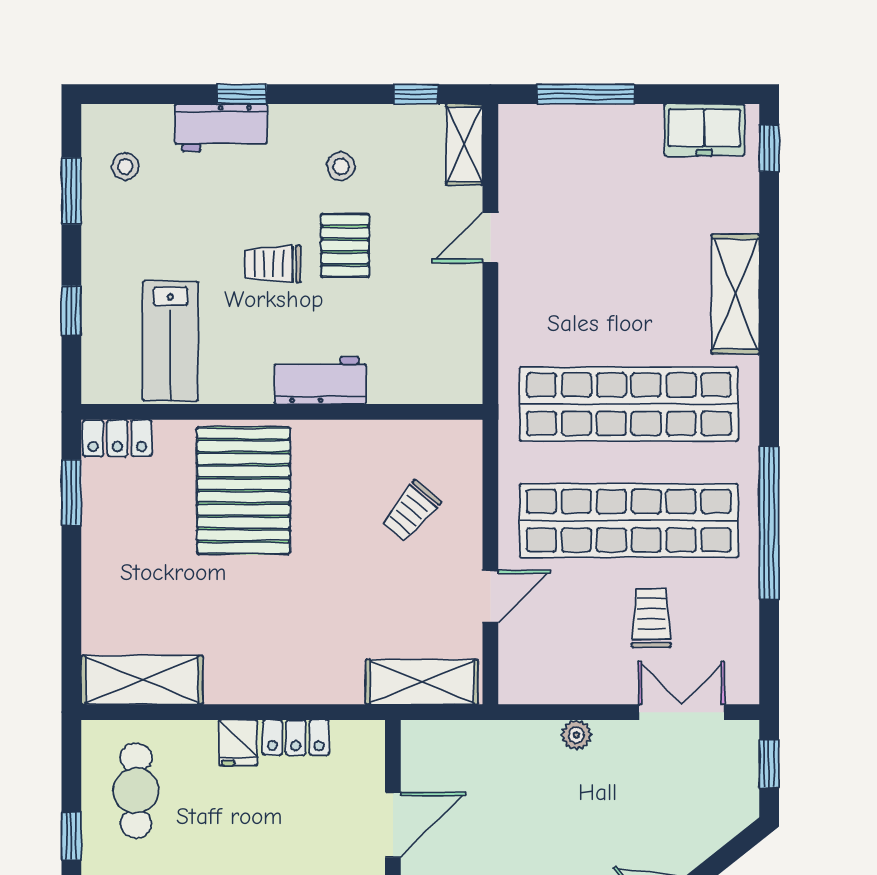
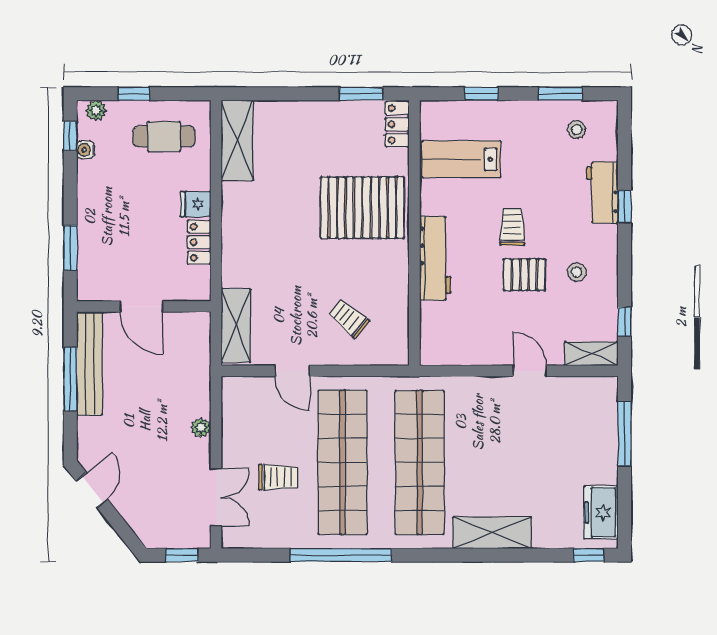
workbench: (320, 380) -> (435, 258), width x1.38

